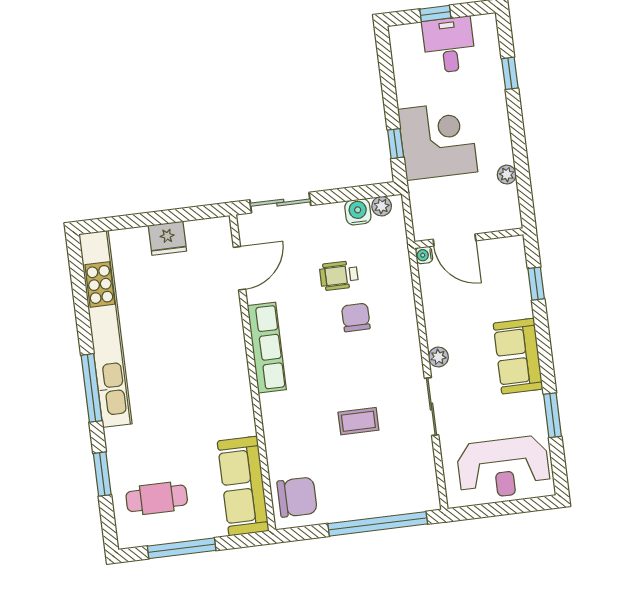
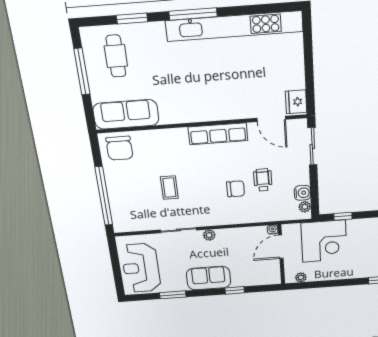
corner desk: (438, 141) -> (324, 241), moved
plant: (507, 175) -> (301, 277), moved
fridge: (167, 238) -> (296, 102), moved
window: (536, 284) -> (235, 290), moved

